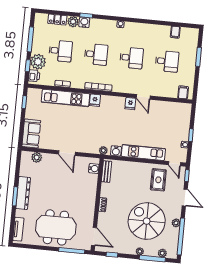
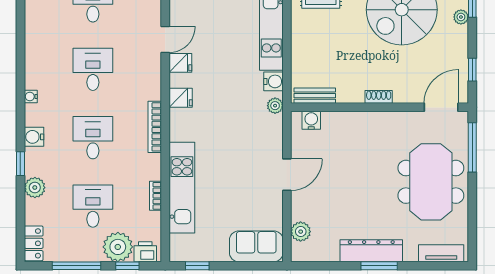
locker: (57, 20) -> (34, 243), moved
water cooler: (84, 22) -> (34, 137), moved
fridge: (95, 100) -> (181, 98), moved

